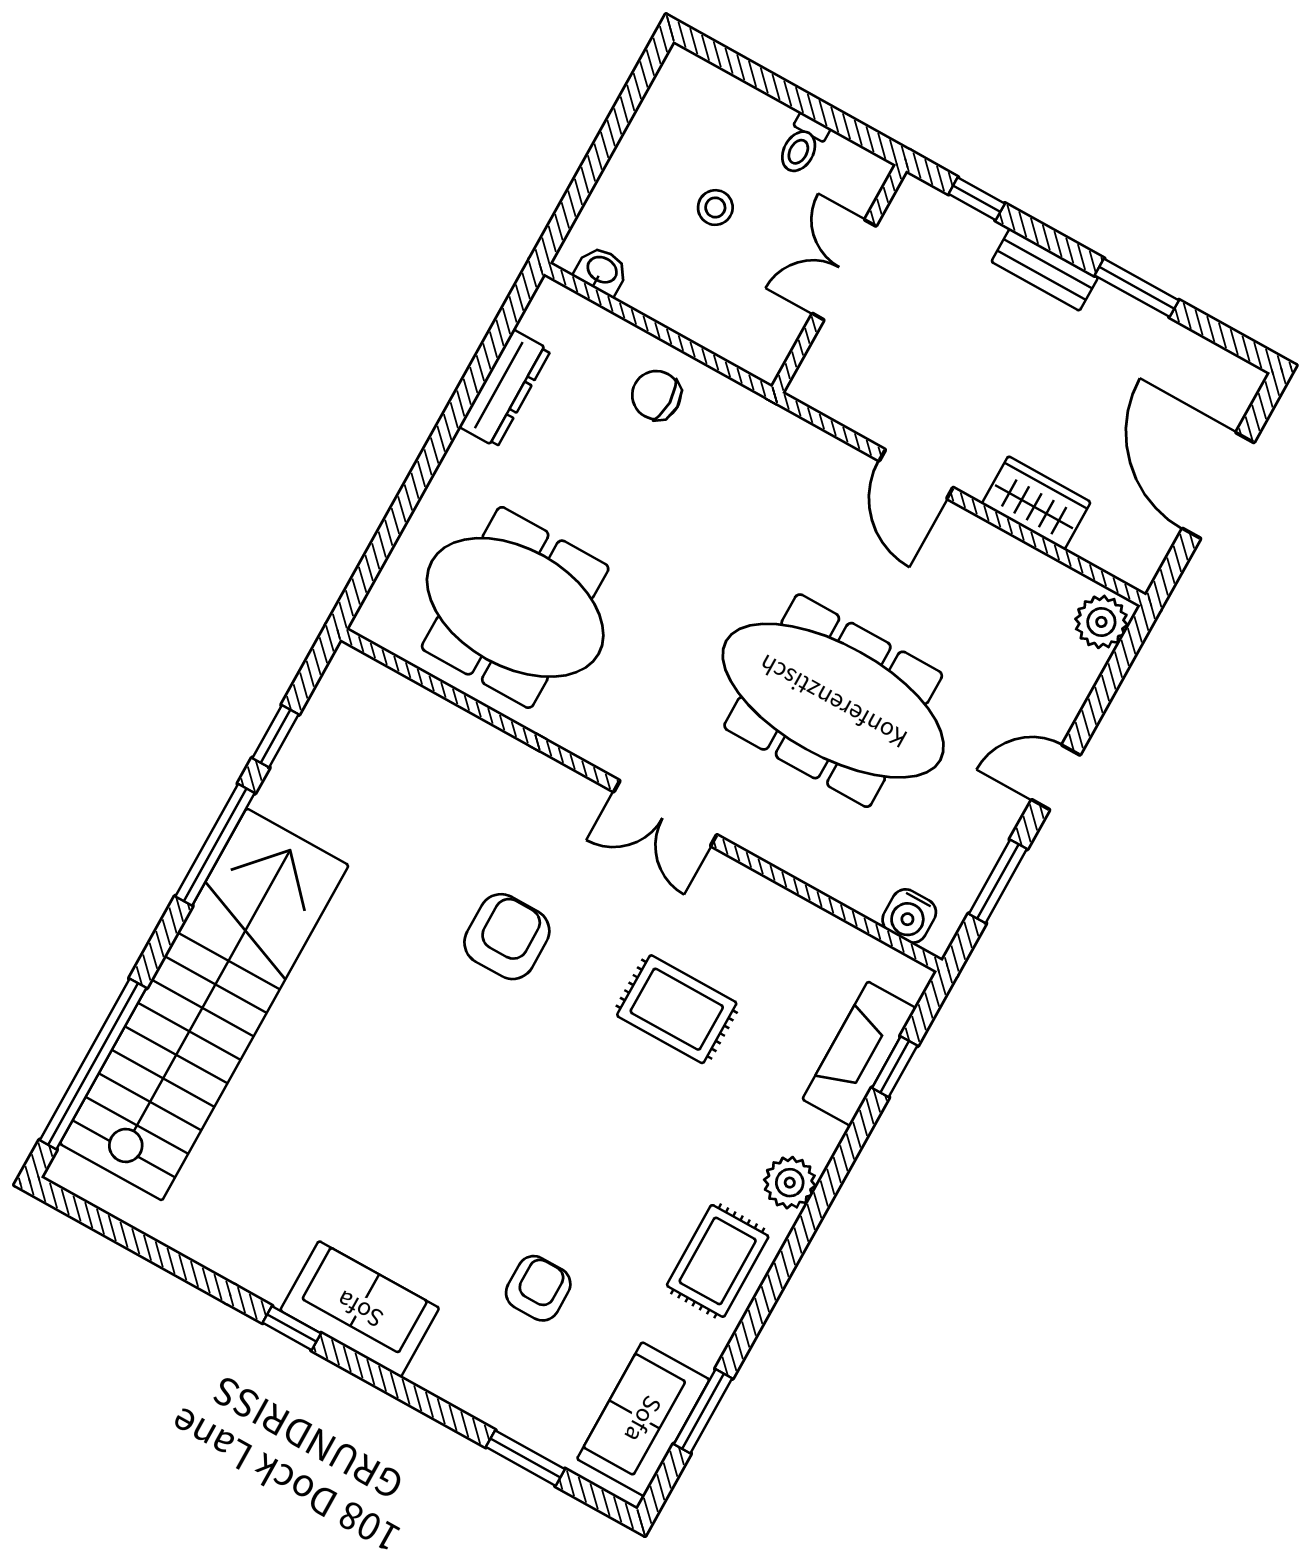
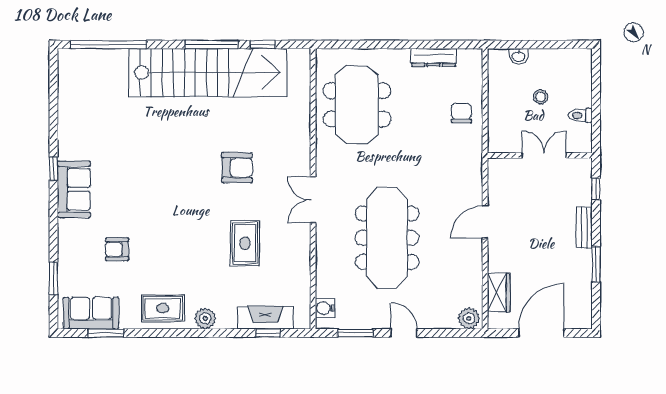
washbasin: (602, 271) -> (519, 56), moved, turned 90
wardrobe: (1036, 503) -> (499, 293), moved
stairs: (204, 1004) -> (208, 73), moved
armchair: (538, 1288) -> (117, 249), turned 180

